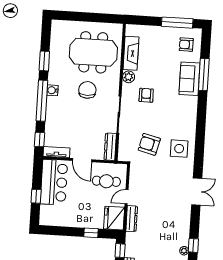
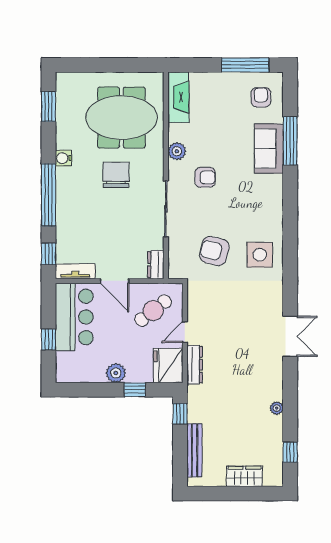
armchair: (186, 45) -> (261, 97), turned 90
fireplace: (131, 53) -> (178, 97), moved
window: (44, 61) -> (49, 106), moved
water cooler: (52, 90) -> (63, 158), moved
armchair: (146, 95) -> (205, 177), turned 90
dresser: (110, 147) -> (156, 265), width x0.70
cafe table: (106, 181) -> (153, 311), turned -38
double door: (197, 191) -> (290, 336), moved
plant: (79, 221) -> (116, 373), added
window: (193, 245) -> (290, 399), removed

